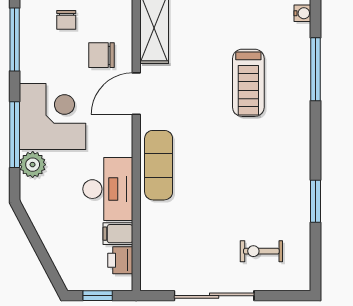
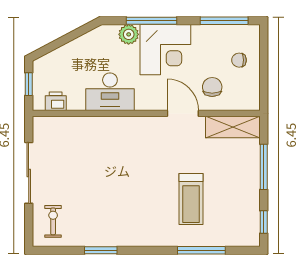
water cooler: (302, 13) -> (244, 240), removed
treadmill: (248, 83) -> (191, 199), turned -90
exercise mat: (159, 165) -> (128, 131), removed
filing cabinet: (118, 234) -> (76, 99), removed
exercise bike: (261, 251) -> (53, 221), moved

